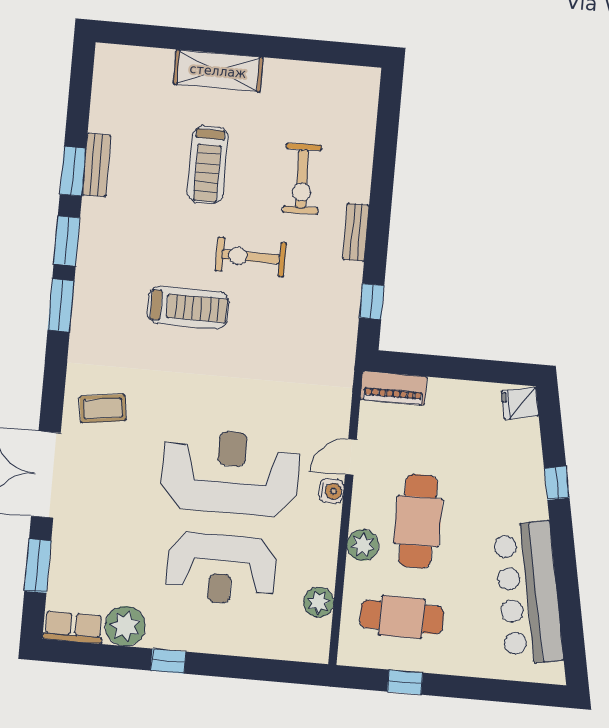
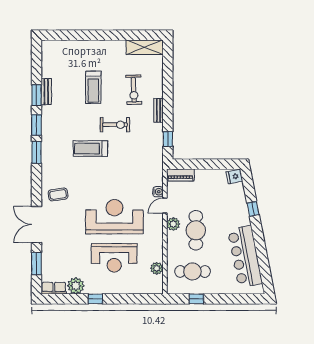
shelving: (218, 71) -> (145, 47), moved
exercise bike: (251, 257) -> (115, 125), turned 180
treadmill: (188, 308) -> (90, 149), turned 180
water cooler: (332, 491) -> (158, 192), moved
plant: (363, 545) -> (173, 224), moved

